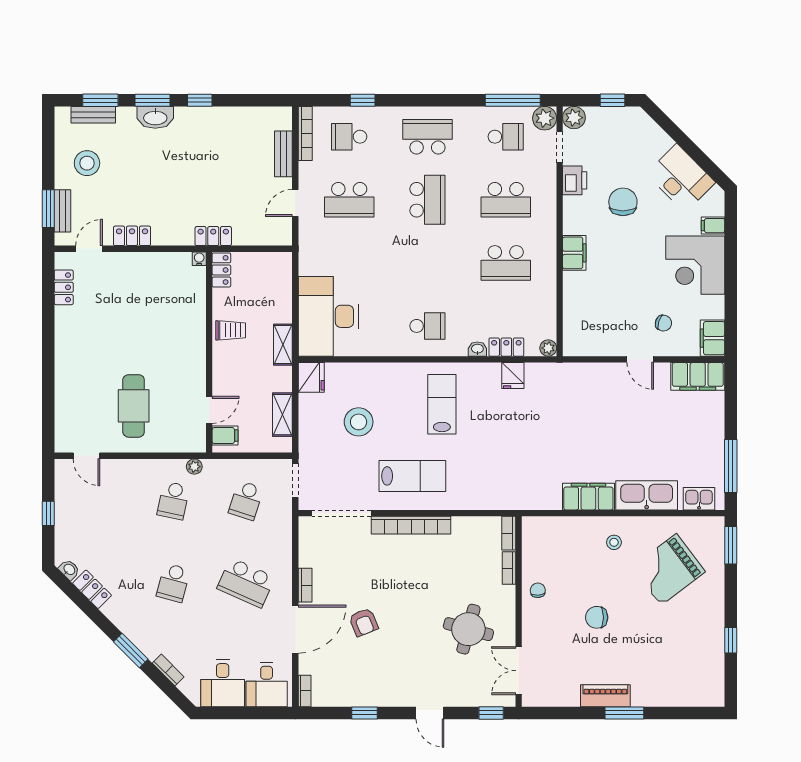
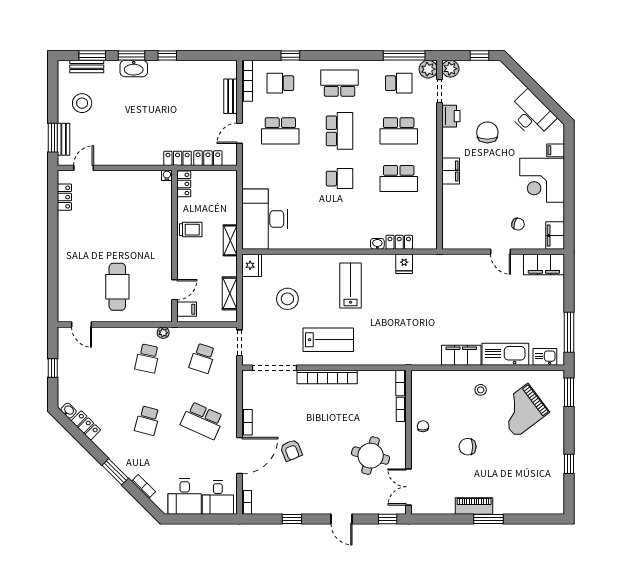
locker: (132, 236) -> (208, 158), moved
school desk: (427, 326) -> (340, 179), moved
plant: (548, 348) -> (431, 243), removed

